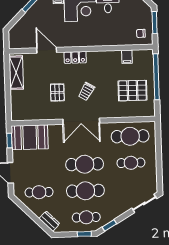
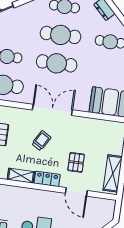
shelving: (100, 56) -> (21, 176), added
pallet: (57, 92) -> (76, 162), moved

